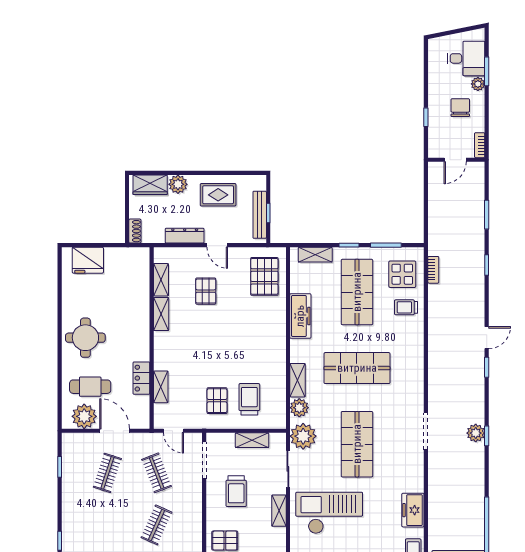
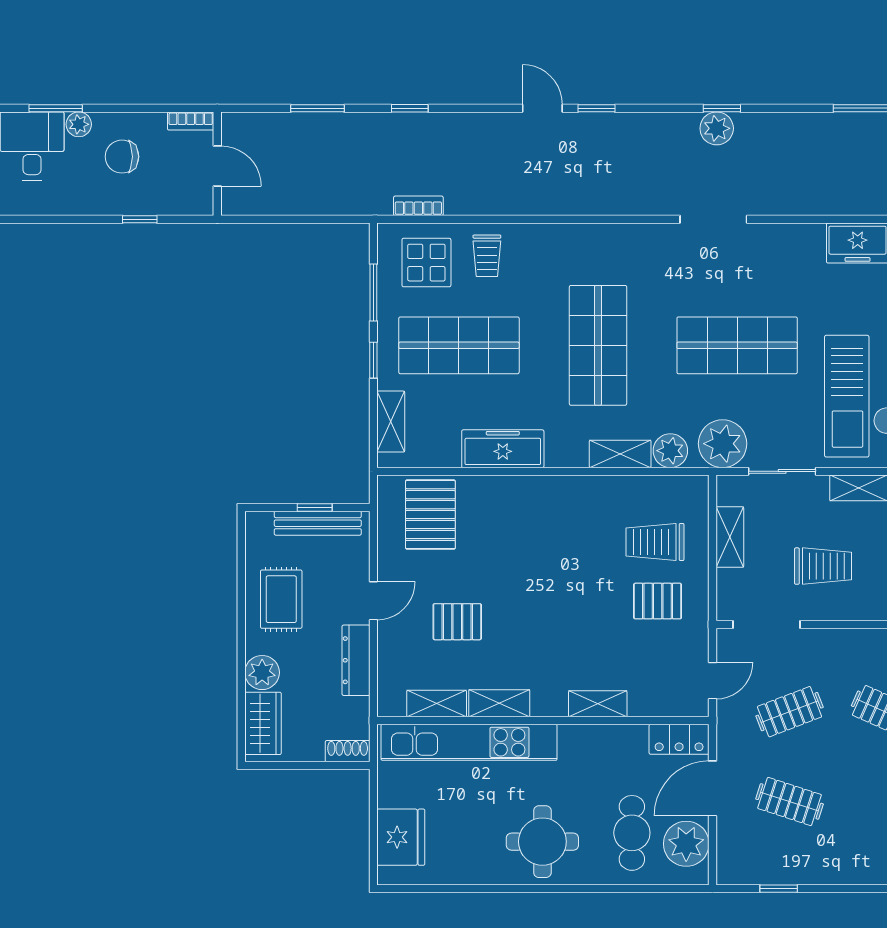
pallet: (264, 276) -> (430, 515), turned 90
kitchen unit: (140, 298) -> (469, 742), added
locker: (141, 378) -> (679, 739), moved
shelving: (161, 387) -> (598, 704), moved

